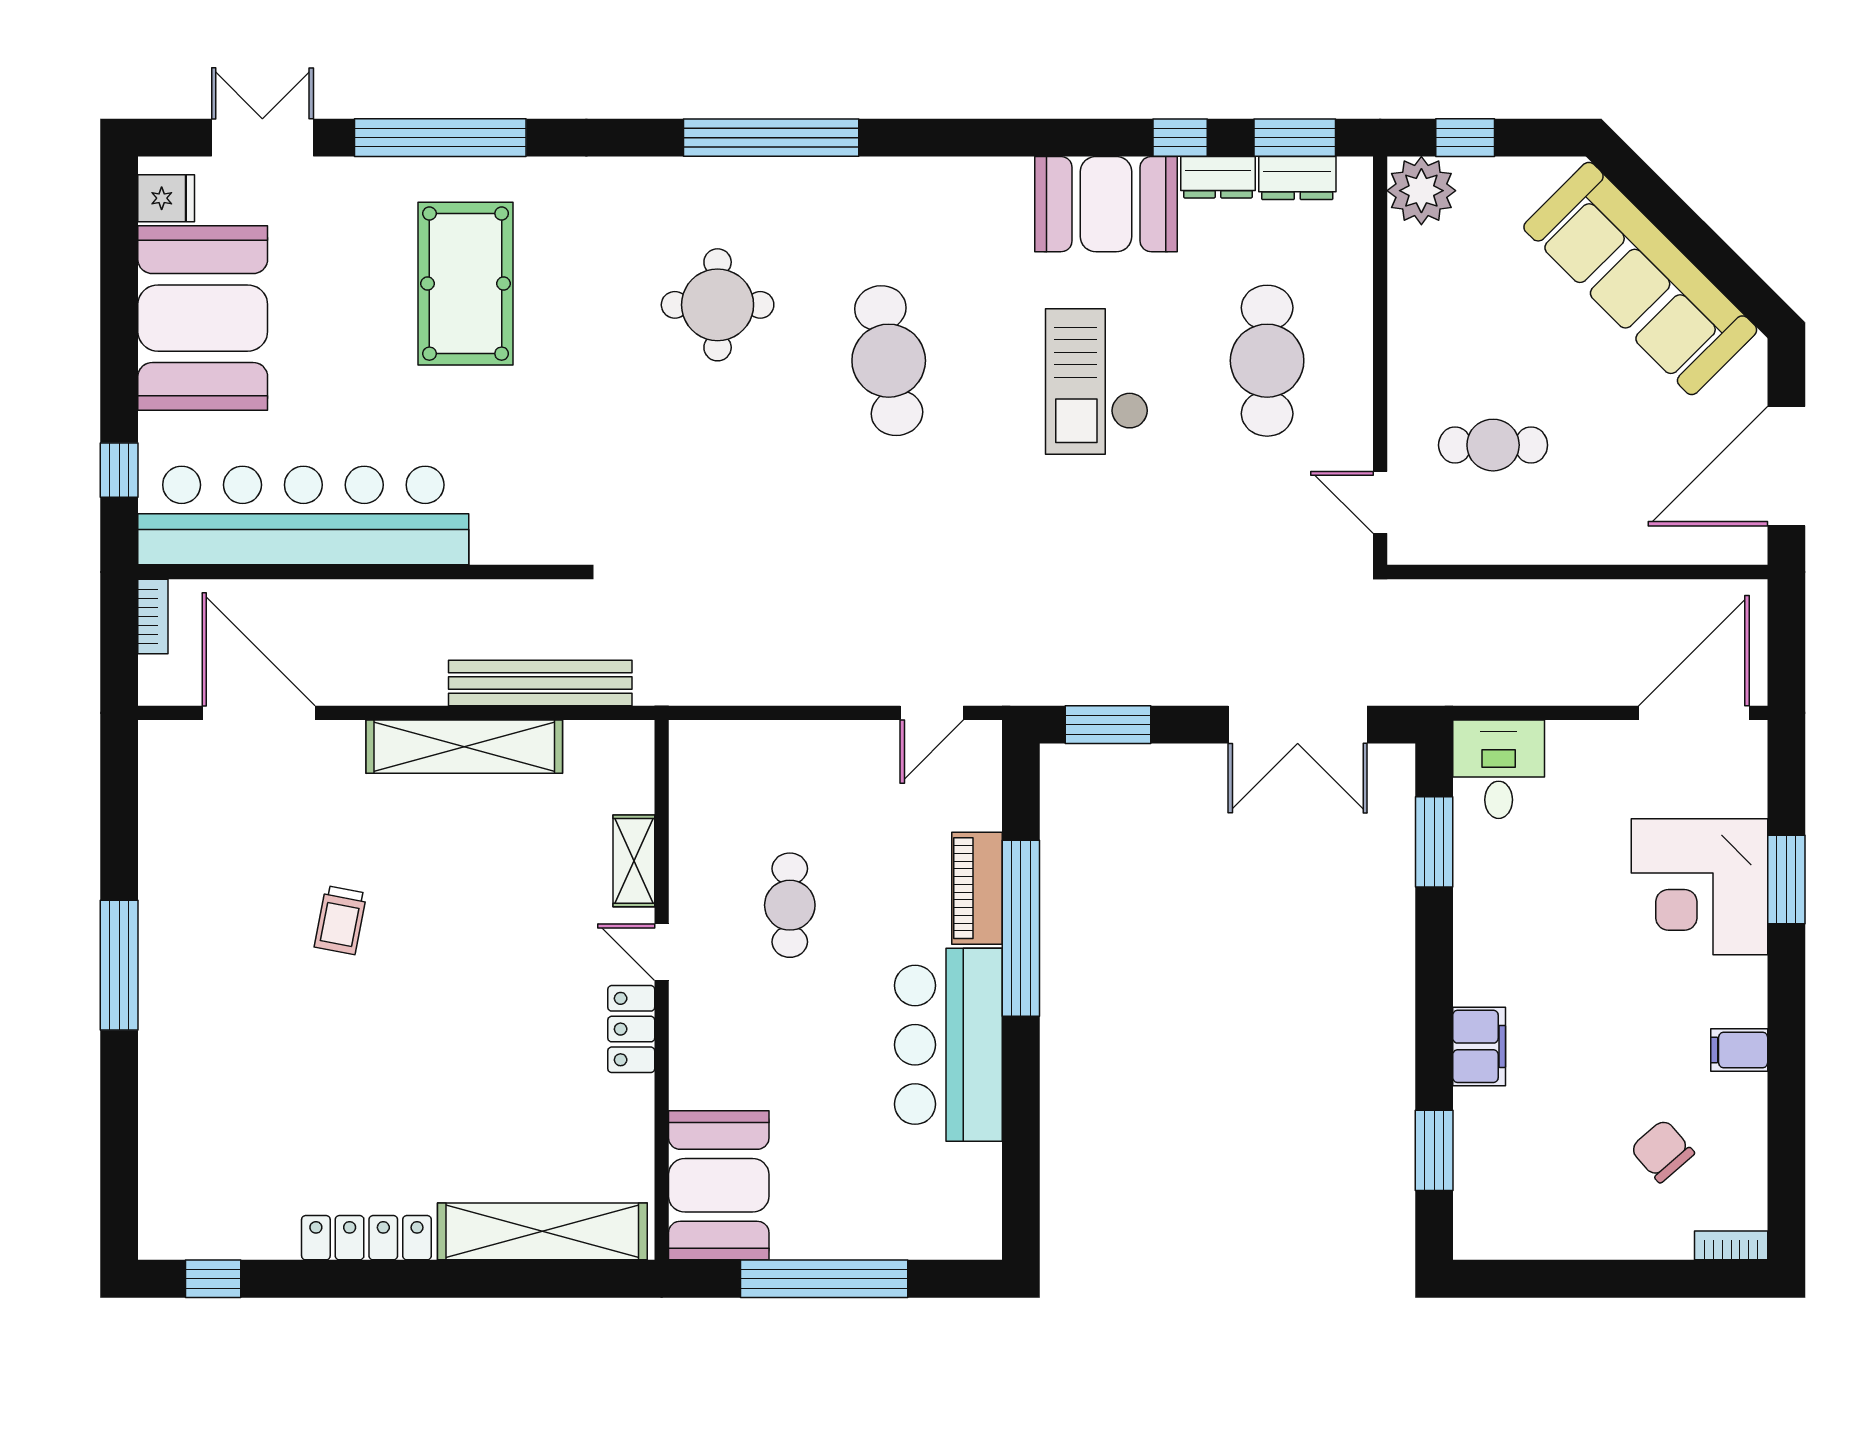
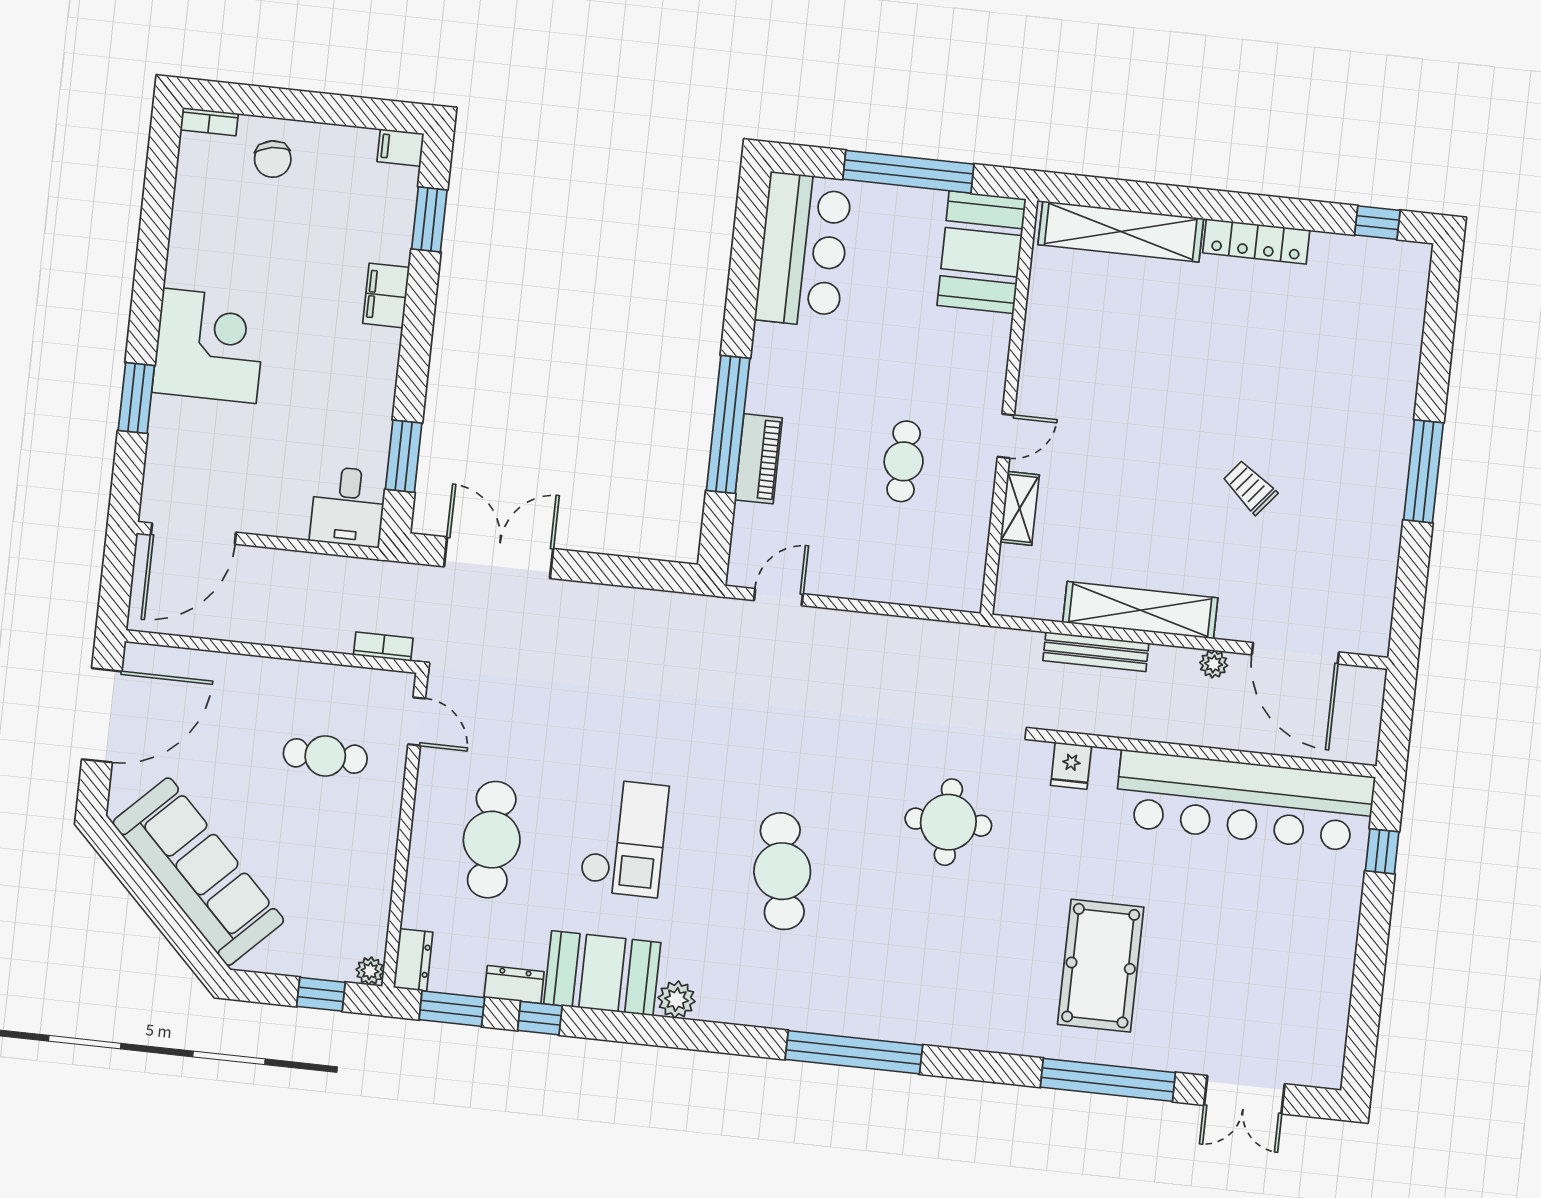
dresser: (1297, 178) -> (413, 960), moved, turned 90
plant: (1007, 181) -> (677, 999), added
plant: (1421, 191) -> (370, 971), width x0.53, depth x0.53
fridge: (166, 198) -> (1071, 766), moved, turned -90
round table: (718, 305) -> (948, 822), moved
booth: (203, 318) -> (1305, 961), removed
bookcase: (153, 616) -> (383, 647), moved, turned 90
bench: (540, 683) -> (1096, 652), width x0.73, depth x0.82
plant: (362, 688) -> (1214, 664), added
window: (1108, 725) -> (644, 573), removed
corner desk: (1699, 887) -> (209, 346), moved
trolley: (340, 920) -> (1250, 487), turned -62
door: (662, 952) -> (1006, 436), hinge flipped
locker: (631, 1029) -> (1036, 379), removed
bar counter: (948, 1045) -> (803, 250), moved
filing cabinet: (1739, 1050) -> (400, 148), moved, turned 180
chair: (1662, 1151) -> (273, 159), moved, turned 31

